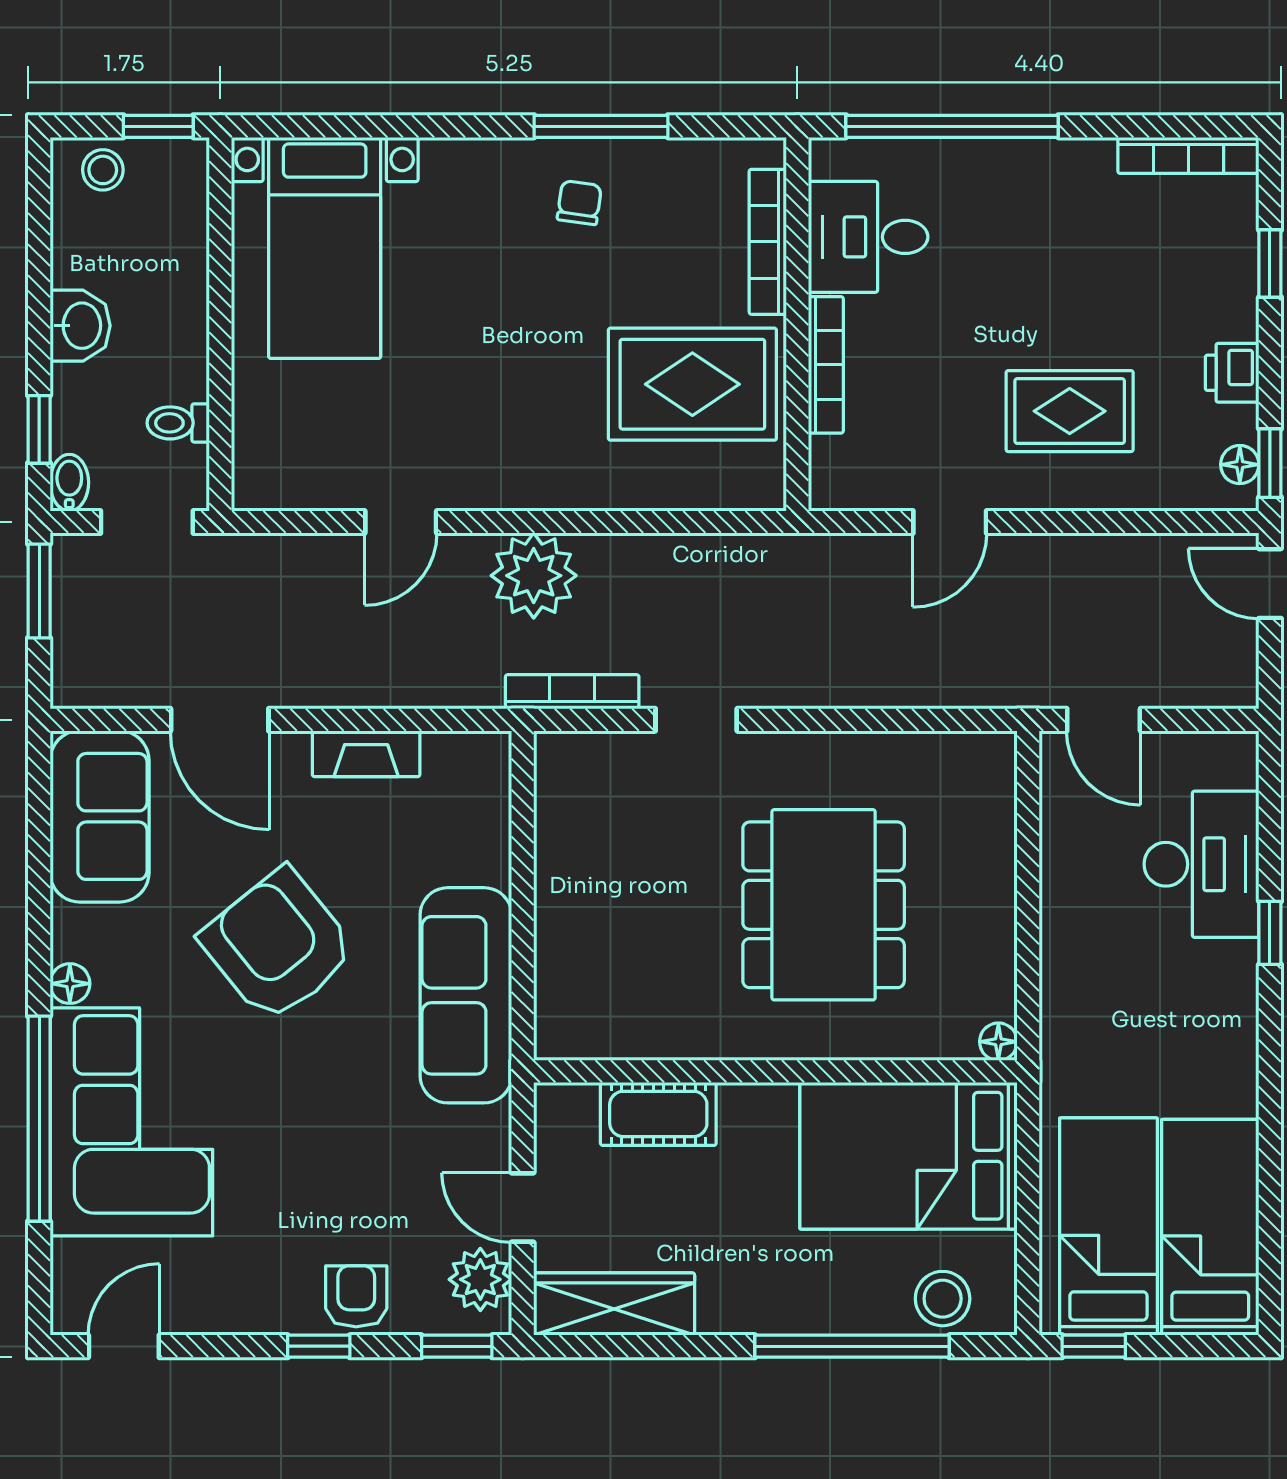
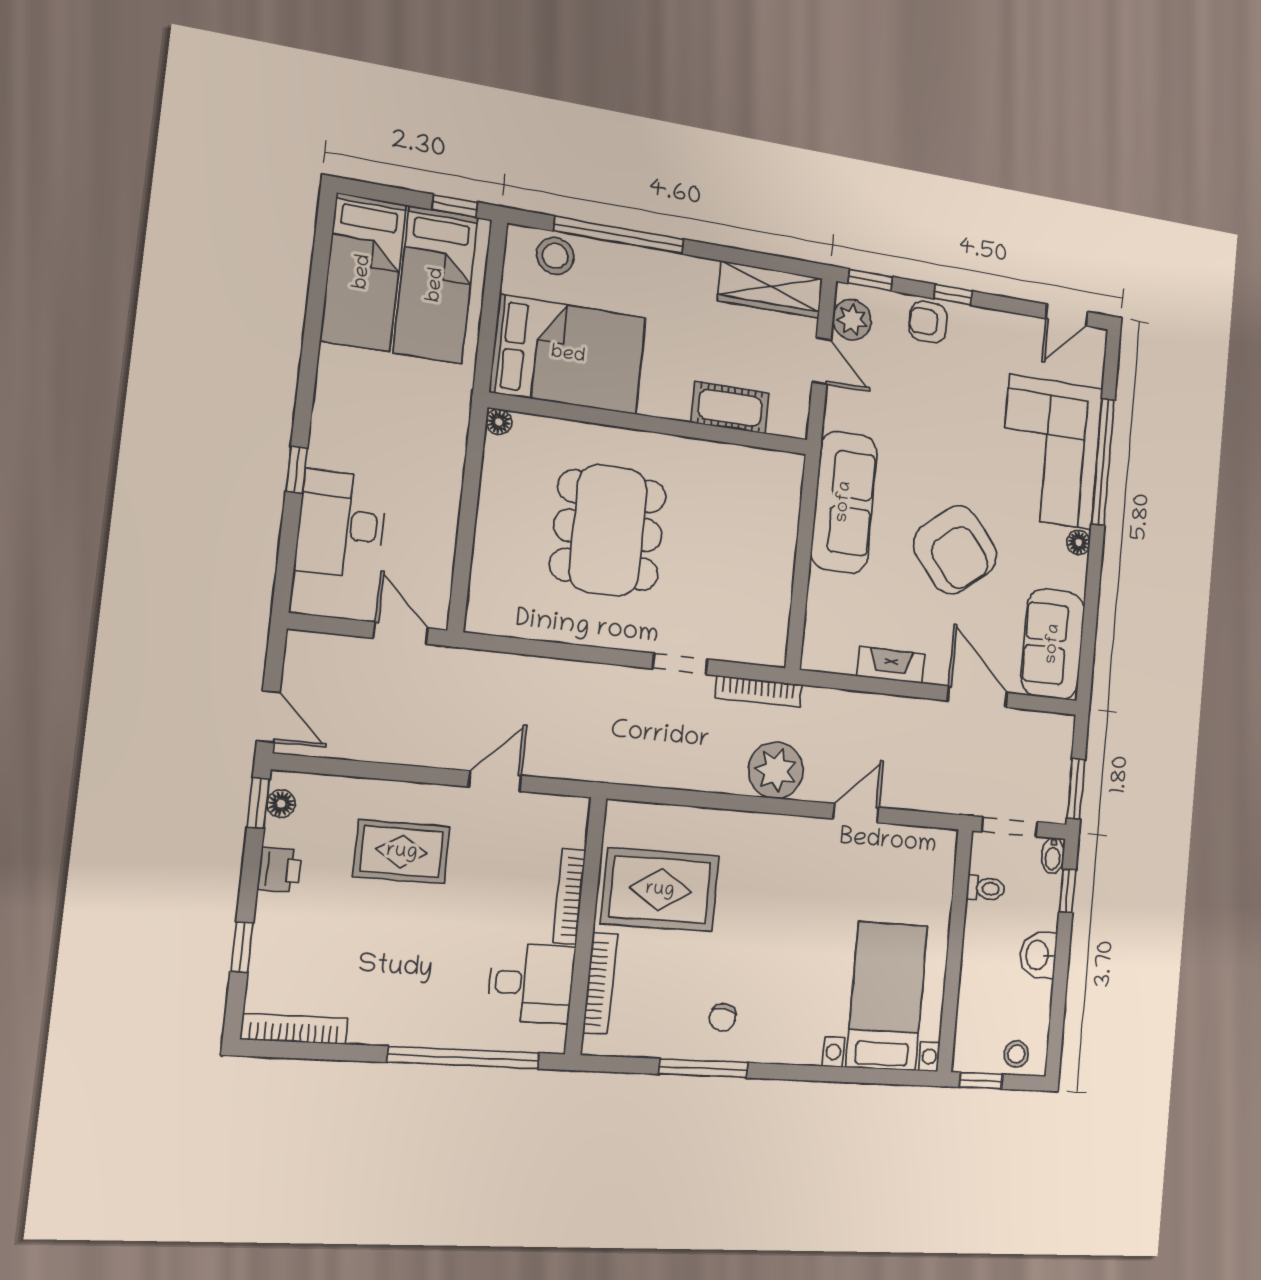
armchair: (356, 1296) -> (928, 322), turned 90

